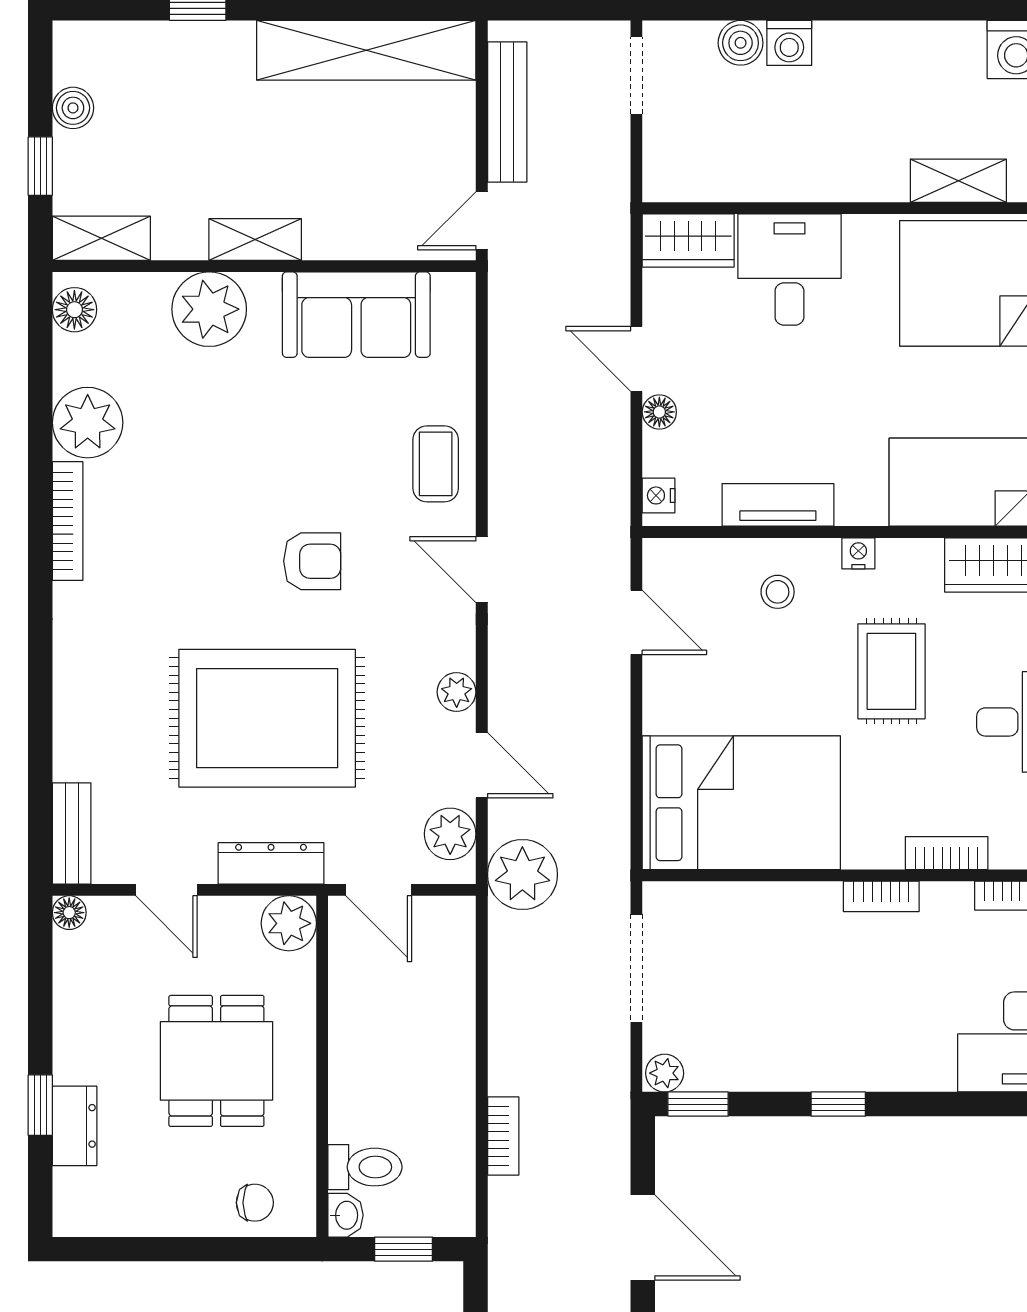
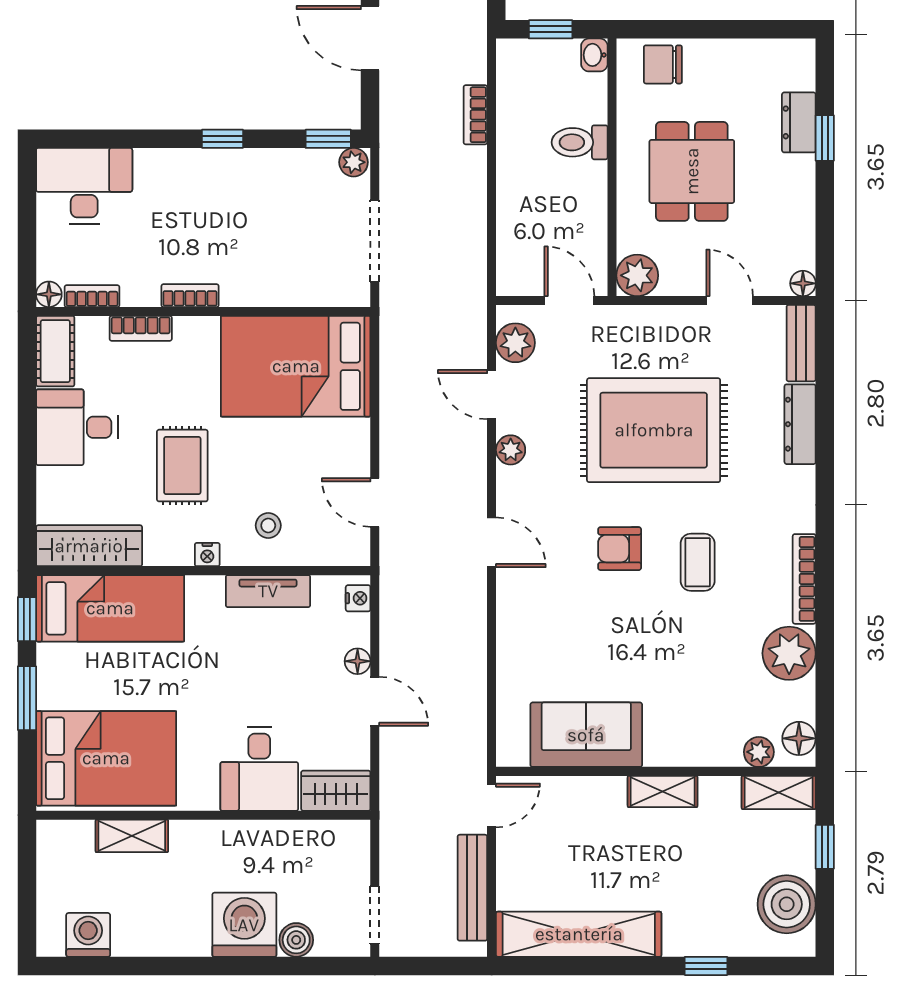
washing machine: (789, 43) -> (244, 925), width x1.89, depth x1.89
boiler: (73, 108) -> (787, 904), width x1.86, depth x1.86
plant: (209, 309) -> (759, 752), moved, width x0.53, depth x0.53
coffee table: (436, 464) -> (698, 562), moved
dresser: (271, 863) -> (800, 424), moved, turned 90
plant: (522, 875) -> (461, 312), removed
toilet: (365, 1167) -> (580, 142), moved
chair: (255, 1203) -> (663, 64), width x1.37, depth x1.37

